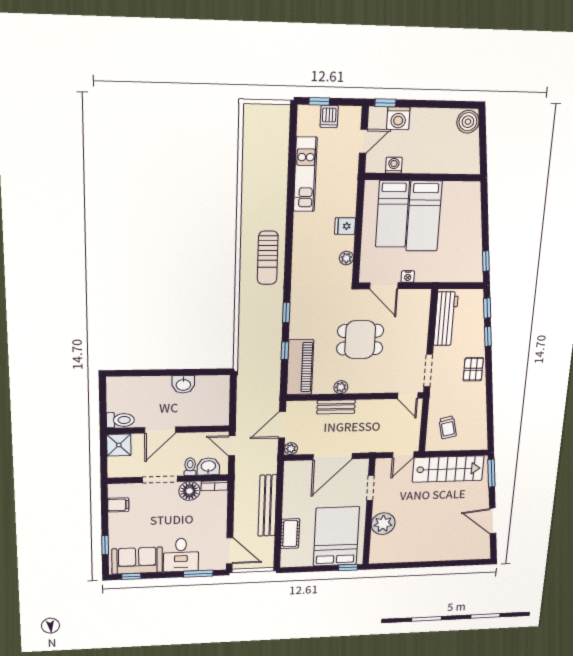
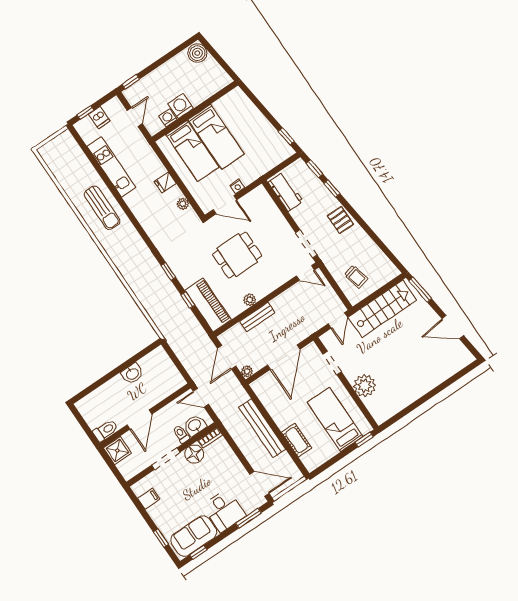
washing machine: (398, 118) -> (181, 106), moved, turned 180
sun lounger: (268, 258) -> (102, 208), moved
workbench: (446, 319) -> (286, 192), width x0.73
bed: (336, 536) -> (335, 420), width x0.67

